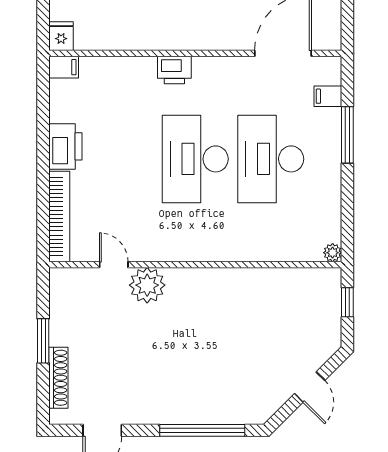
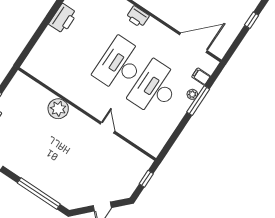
bookcase: (59, 216) -> (38, 49), removed
plant: (333, 253) -> (192, 94), moved
door: (114, 265) -> (108, 128), moved

